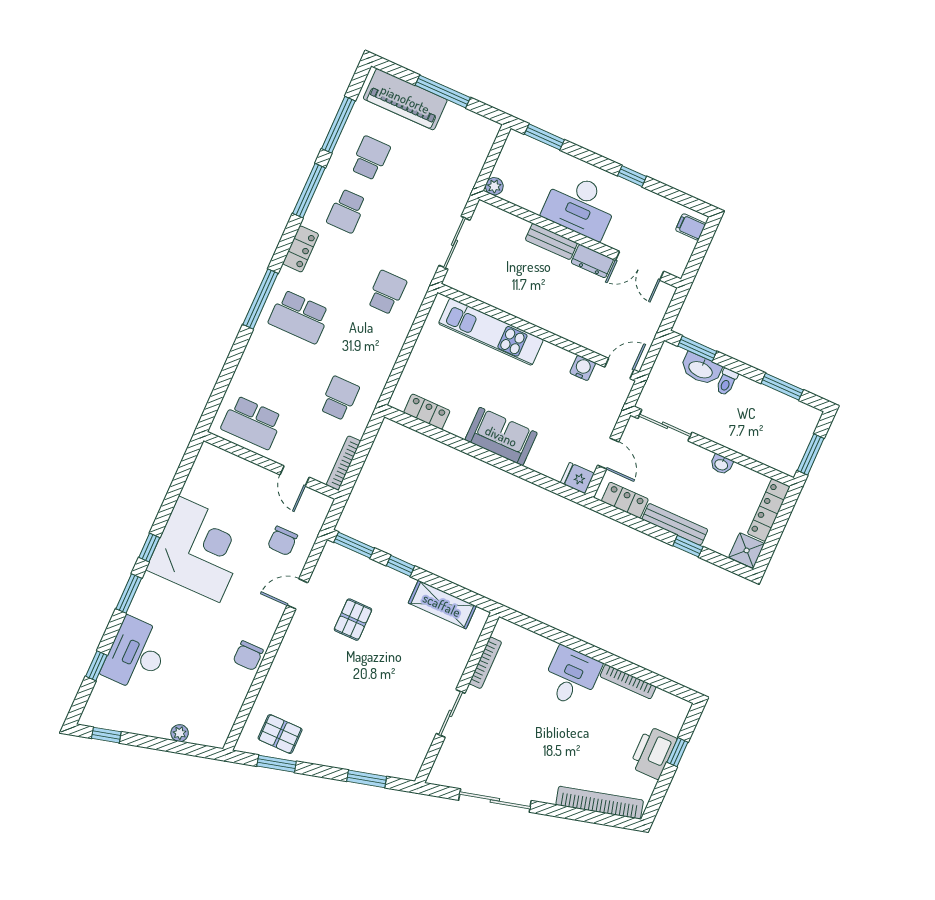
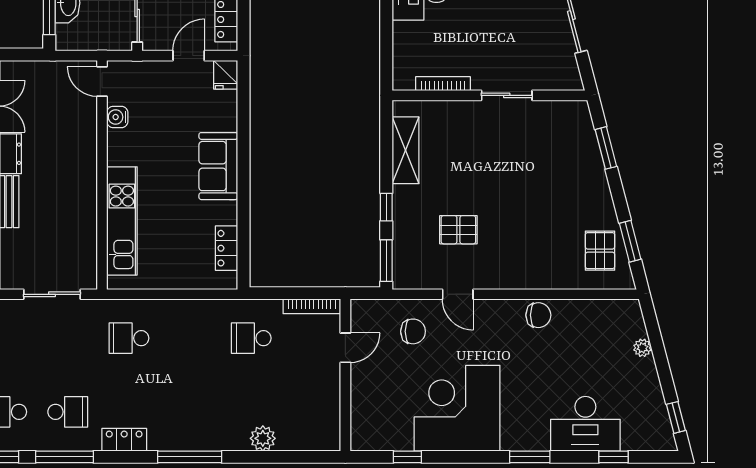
school desk: (299, 317) -> (190, 412), removed
plant: (248, 369) -> (263, 438), added
school desk: (252, 423) -> (312, 412), removed
window: (149, 548) -> (407, 457), moved

